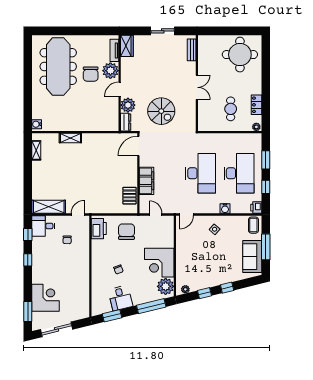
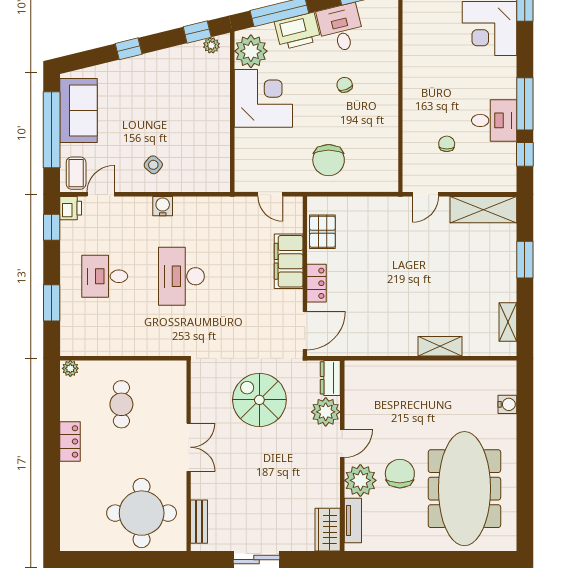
round table: (240, 55) -> (142, 513), moved
double door: (197, 87) -> (189, 447), swing flipped
locker: (256, 105) -> (70, 441), moved
water cooler: (37, 124) -> (507, 404), moved
locker: (133, 170) -> (317, 283), added
desk: (200, 173) -> (181, 276), width x0.73, depth x0.77
desk: (239, 173) -> (105, 276), width x0.53, depth x0.77
window: (28, 182) -> (525, 260), added
window: (266, 187) -> (52, 227), moved
water cooler: (225, 209) -> (163, 206), moved
door: (186, 214) -> (101, 194), moved
desk: (43, 226) -> (494, 120), moved
printer: (99, 229) -> (298, 31), moved, turned -104
window: (266, 247) -> (52, 130), width x1.46
window: (28, 260) -> (525, 104), width x2.17
window: (204, 293) -> (197, 32), moved

